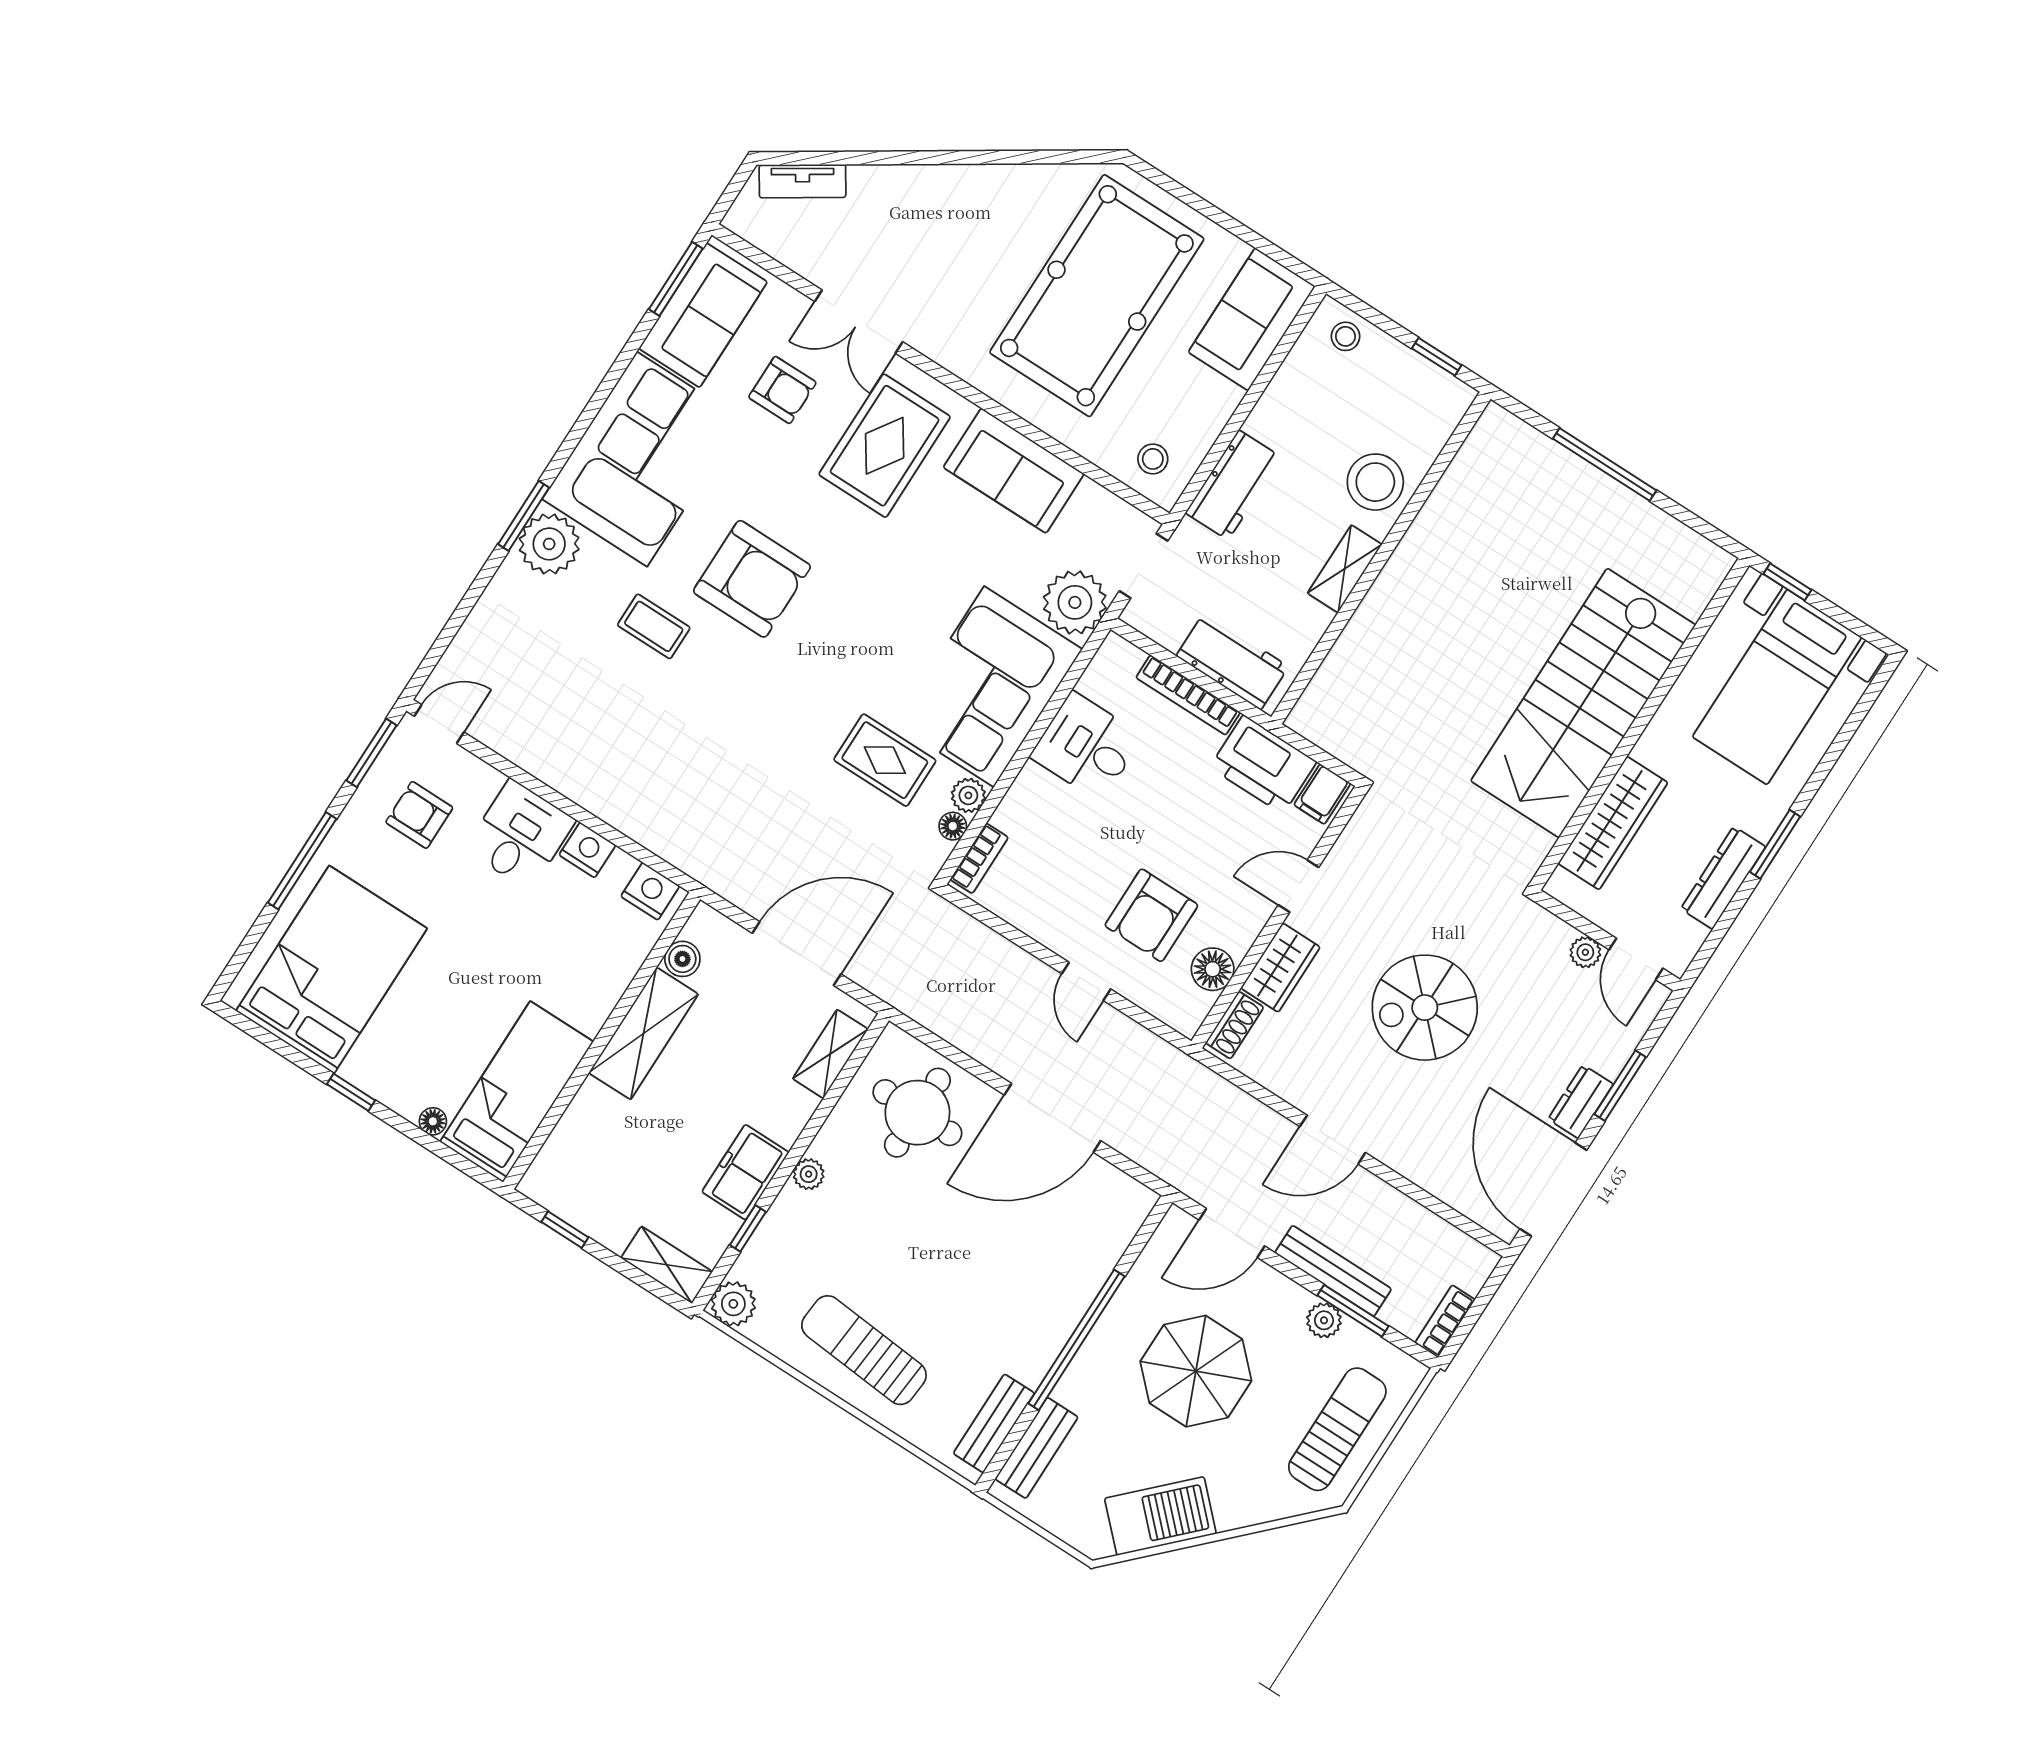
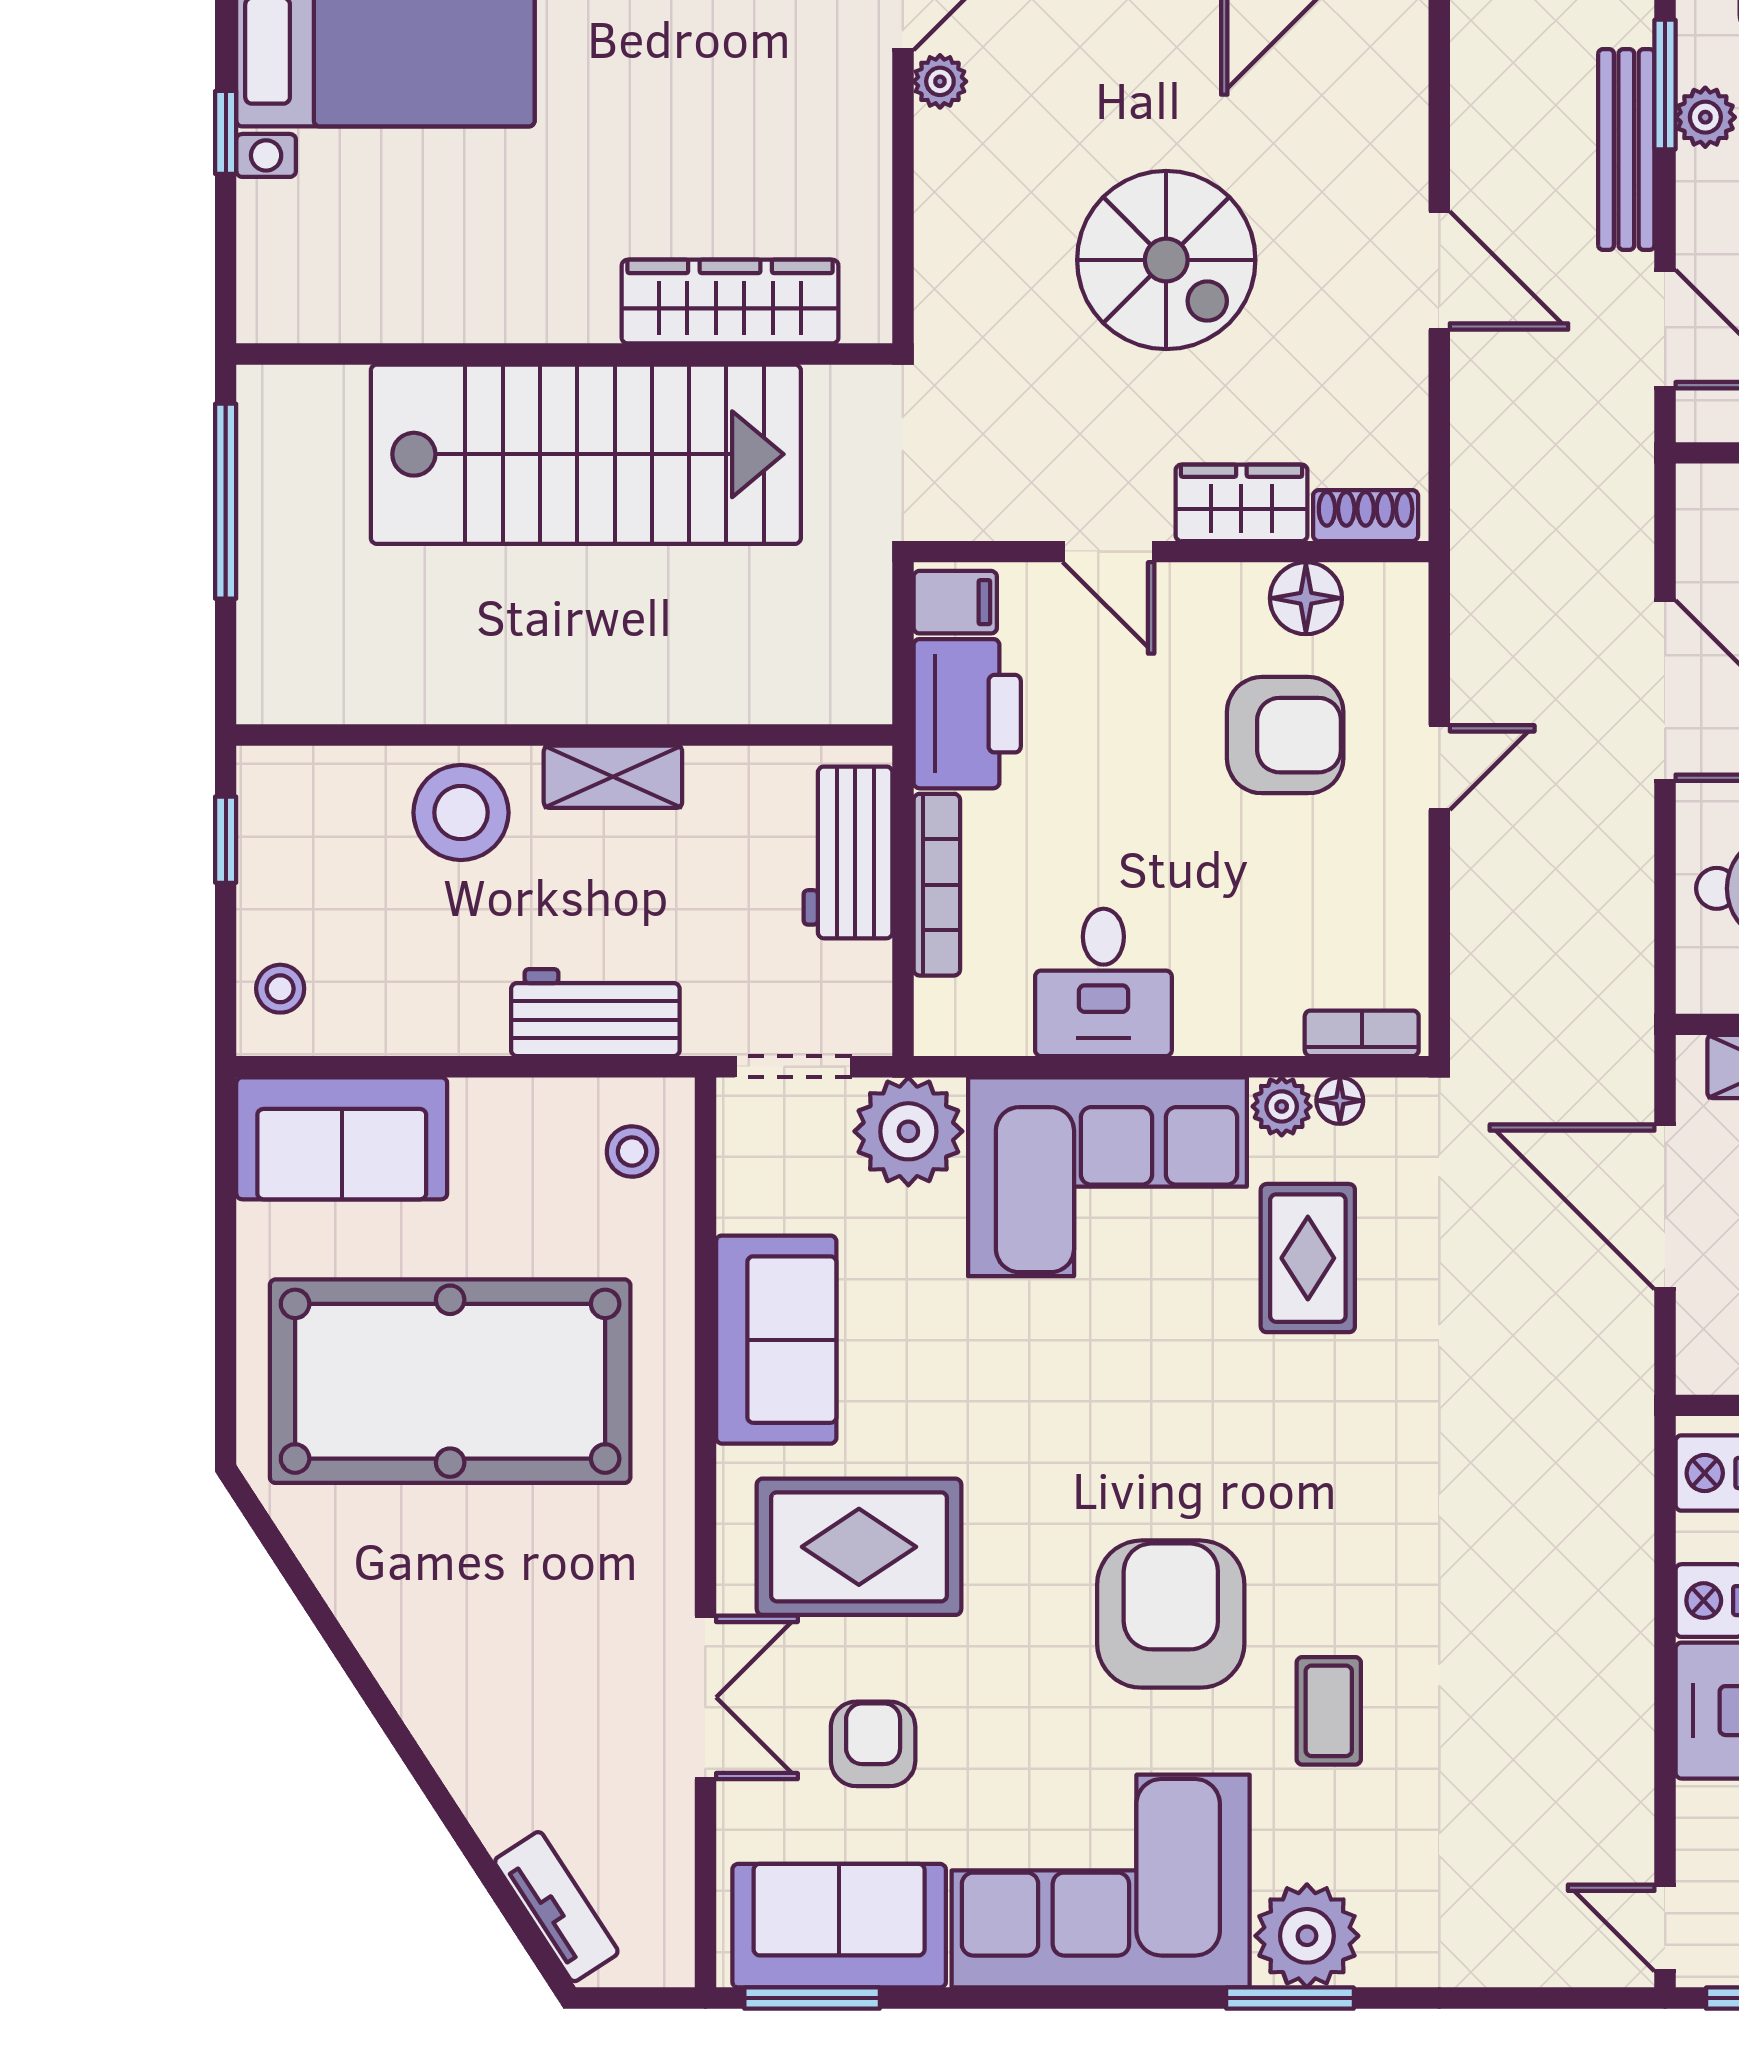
stairs: (1583, 703) -> (586, 454), moved
wall: (1640, 724) -> (564, 354), moved
wardrobe: (1613, 823) -> (730, 302), moved

